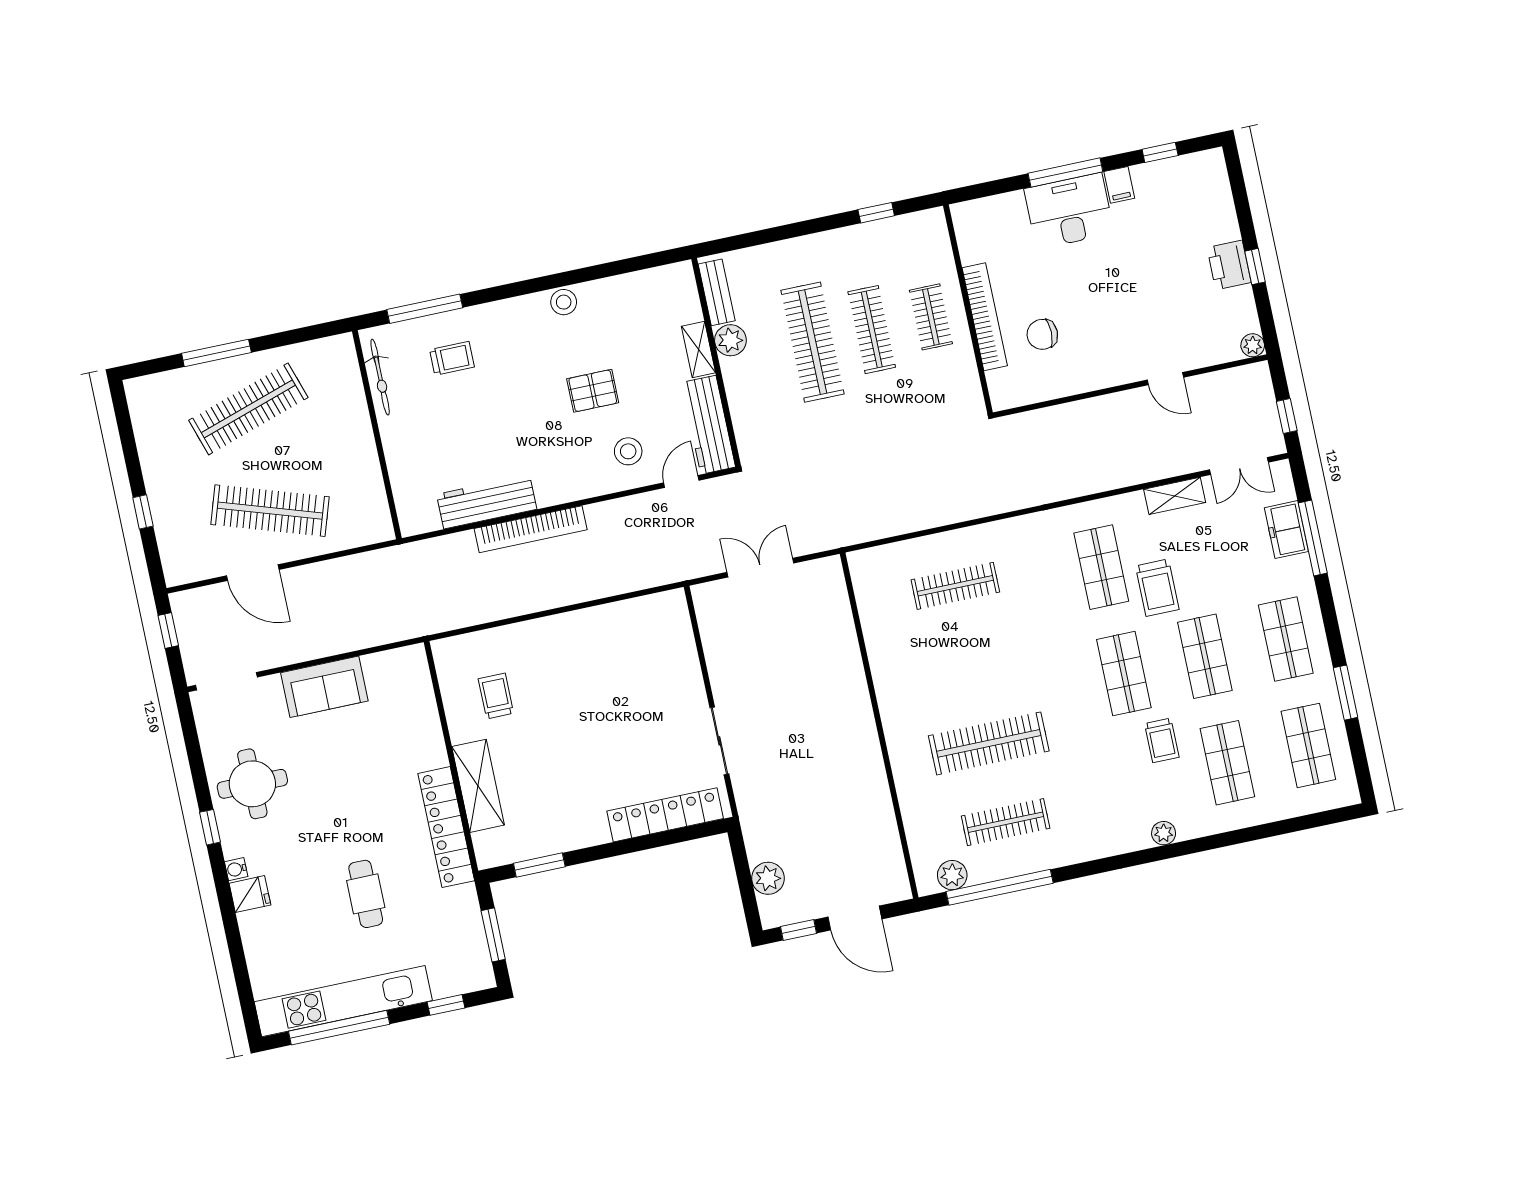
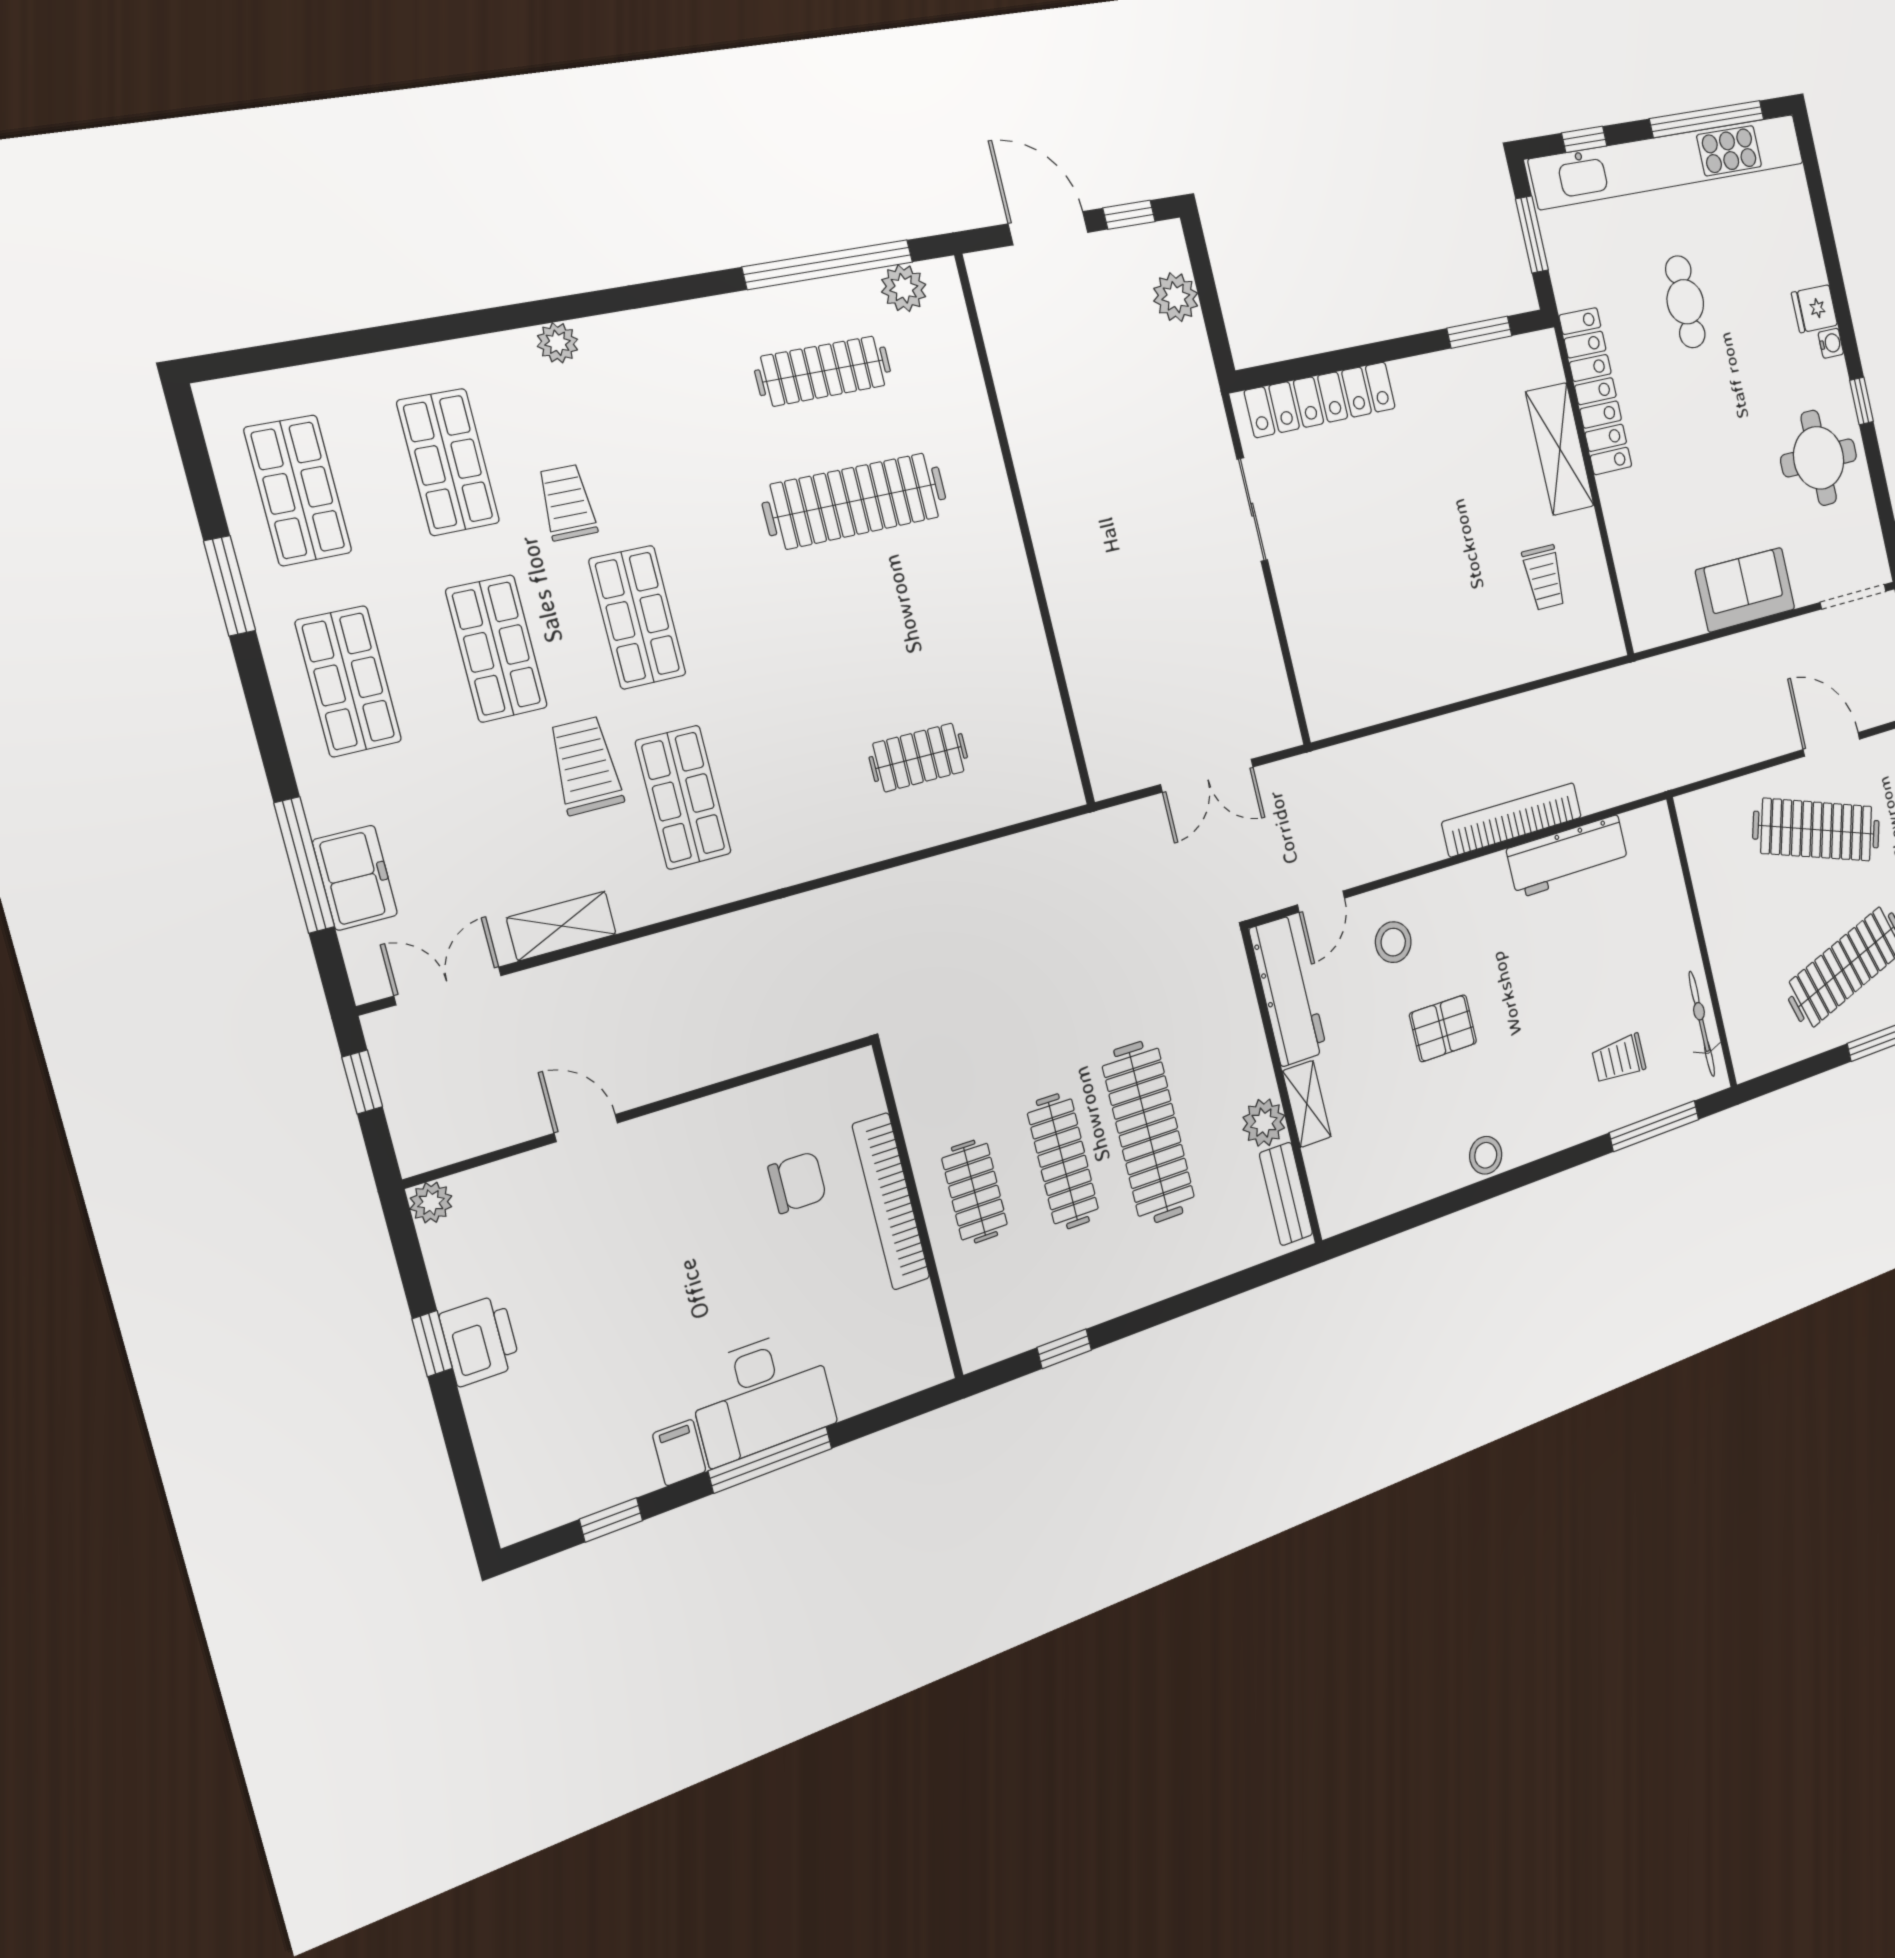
clothes rail: (955, 586) -> (919, 757), width x0.73
kitchen unit: (343, 1001) -> (1669, 161), width x1.36

